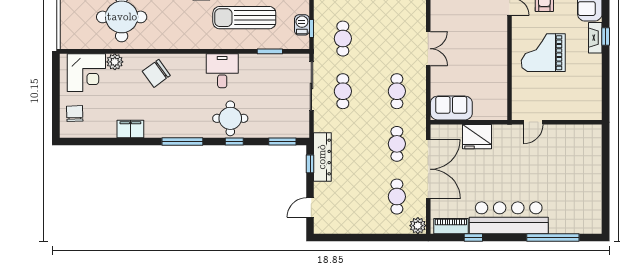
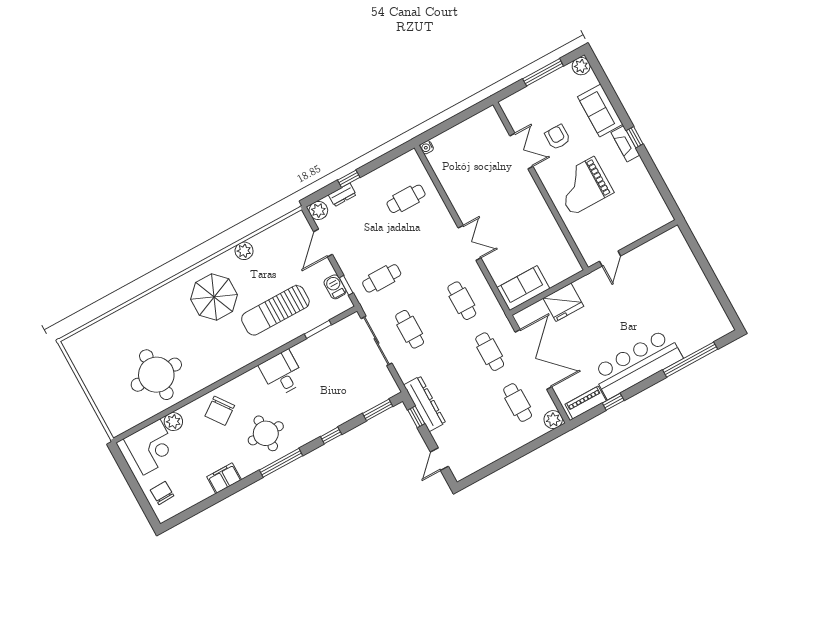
cafe table: (343, 39) -> (382, 278), turned 90
round table: (230, 118) -> (266, 433), moved

